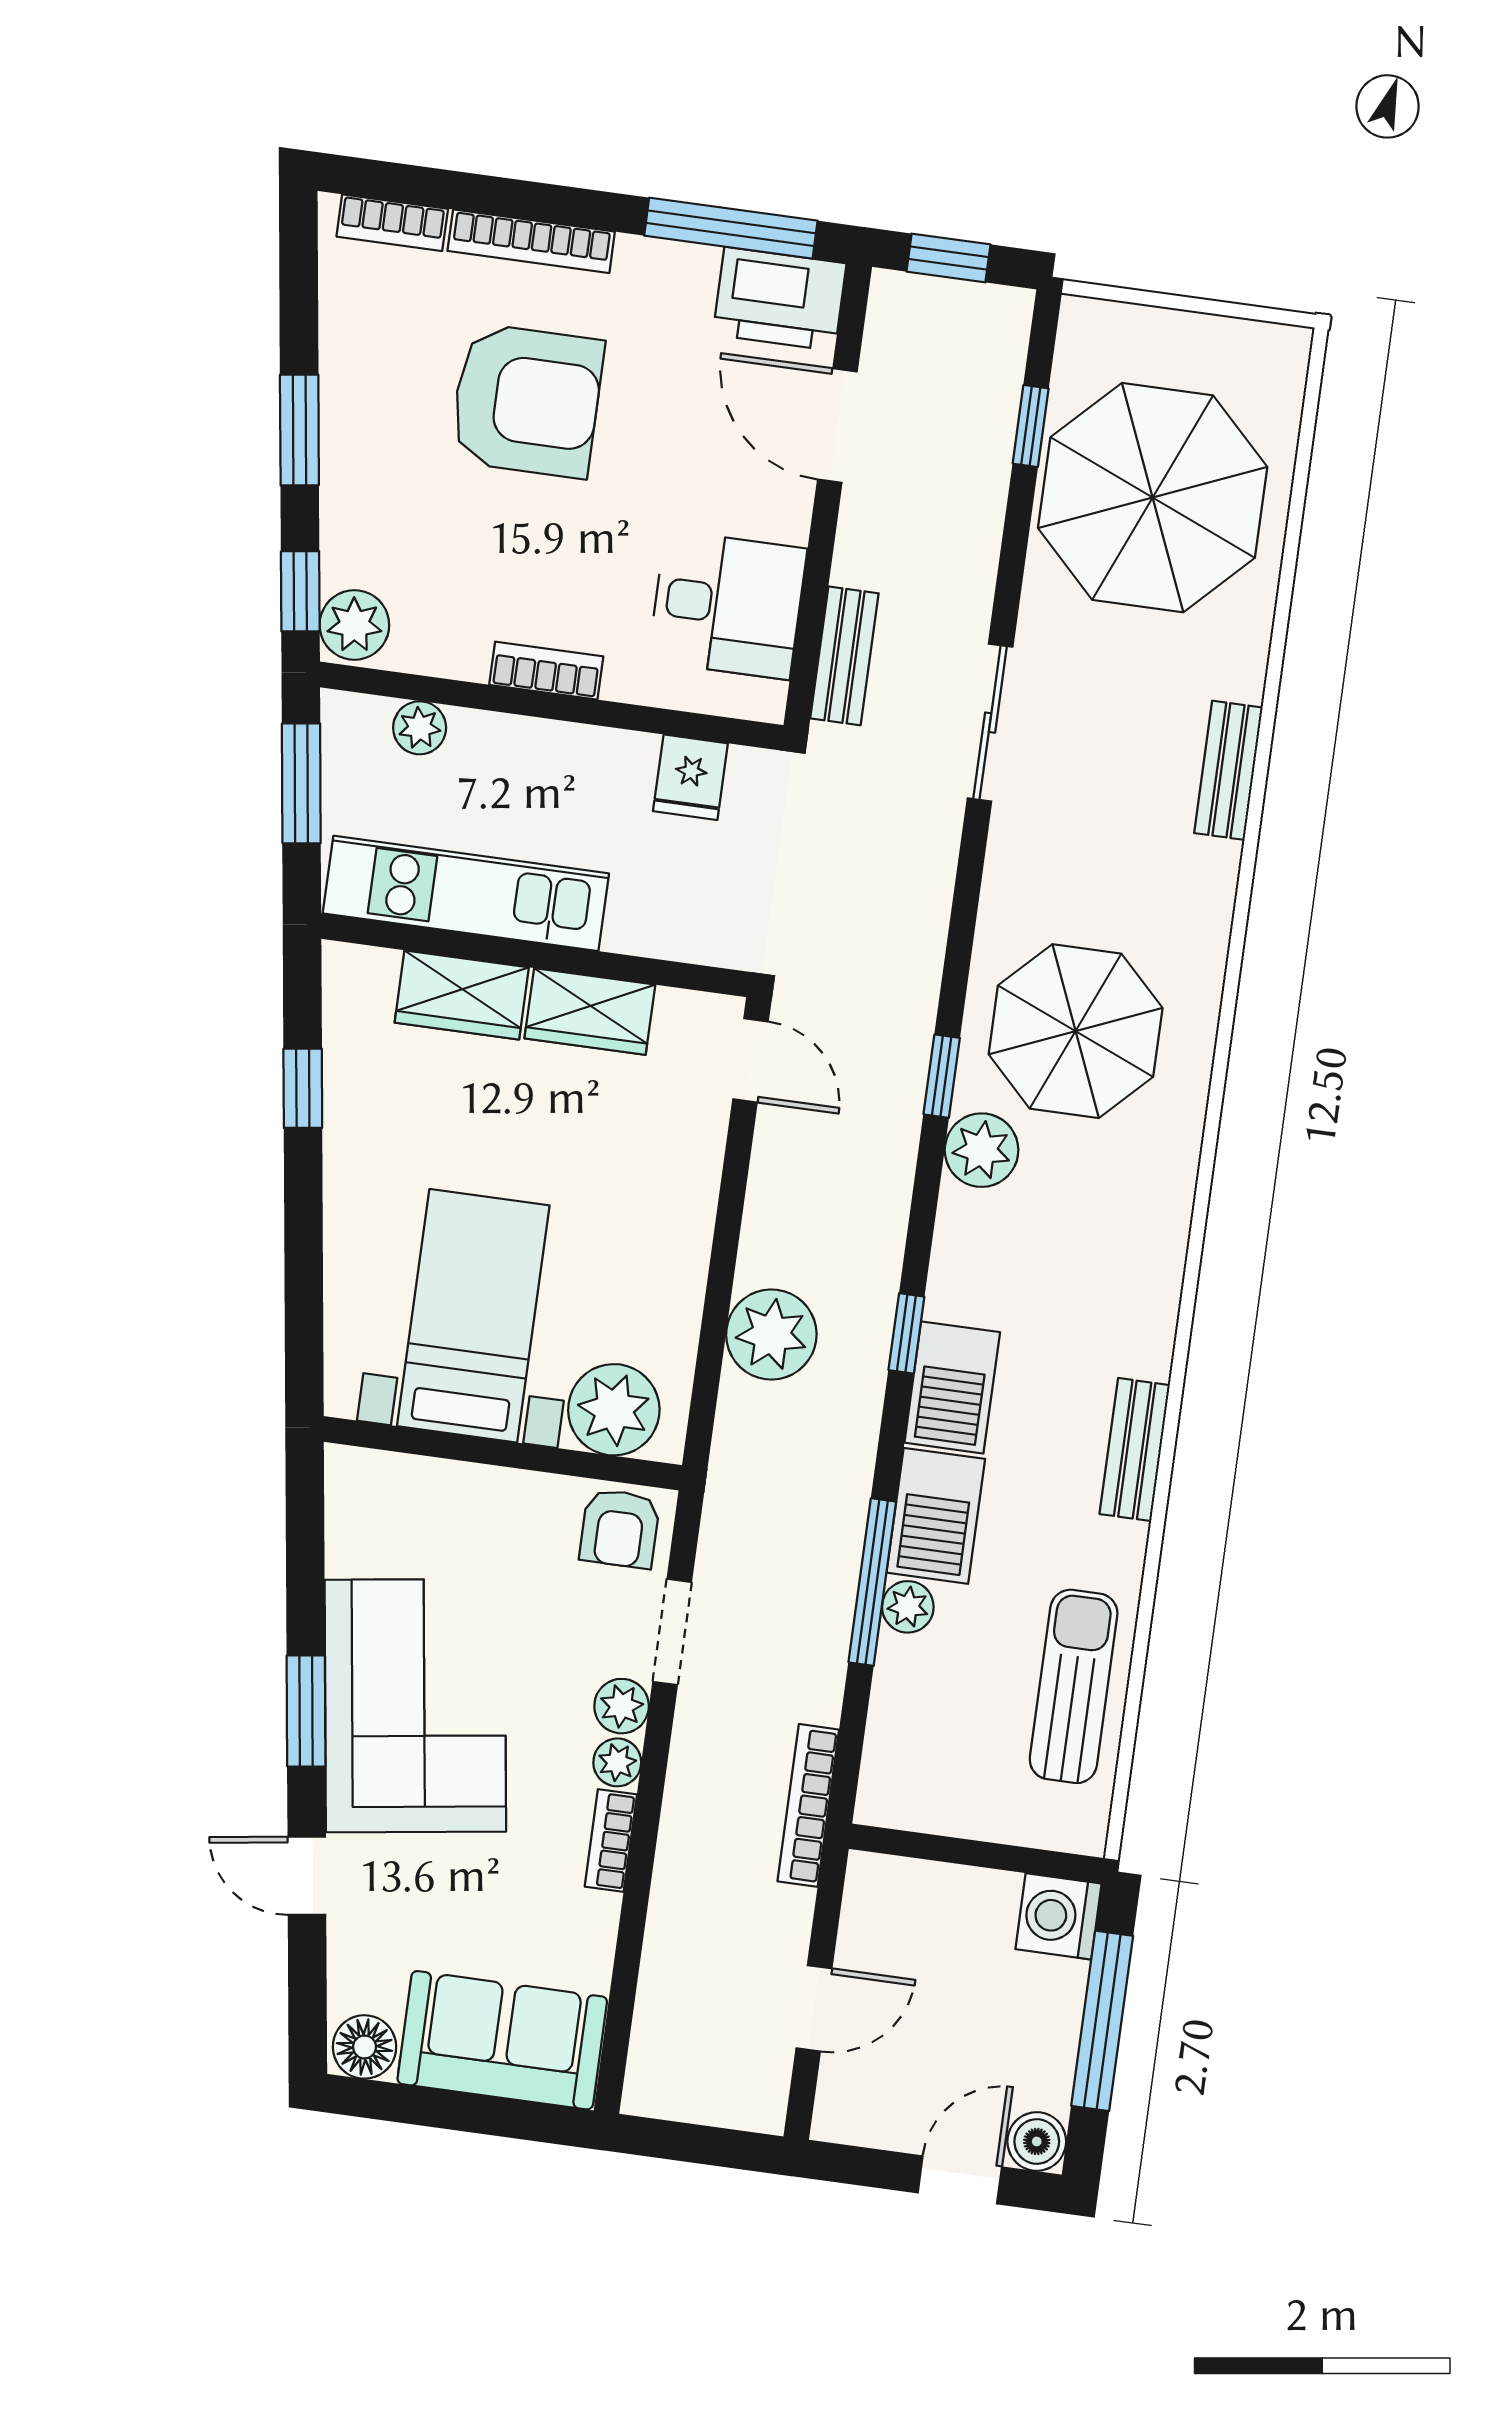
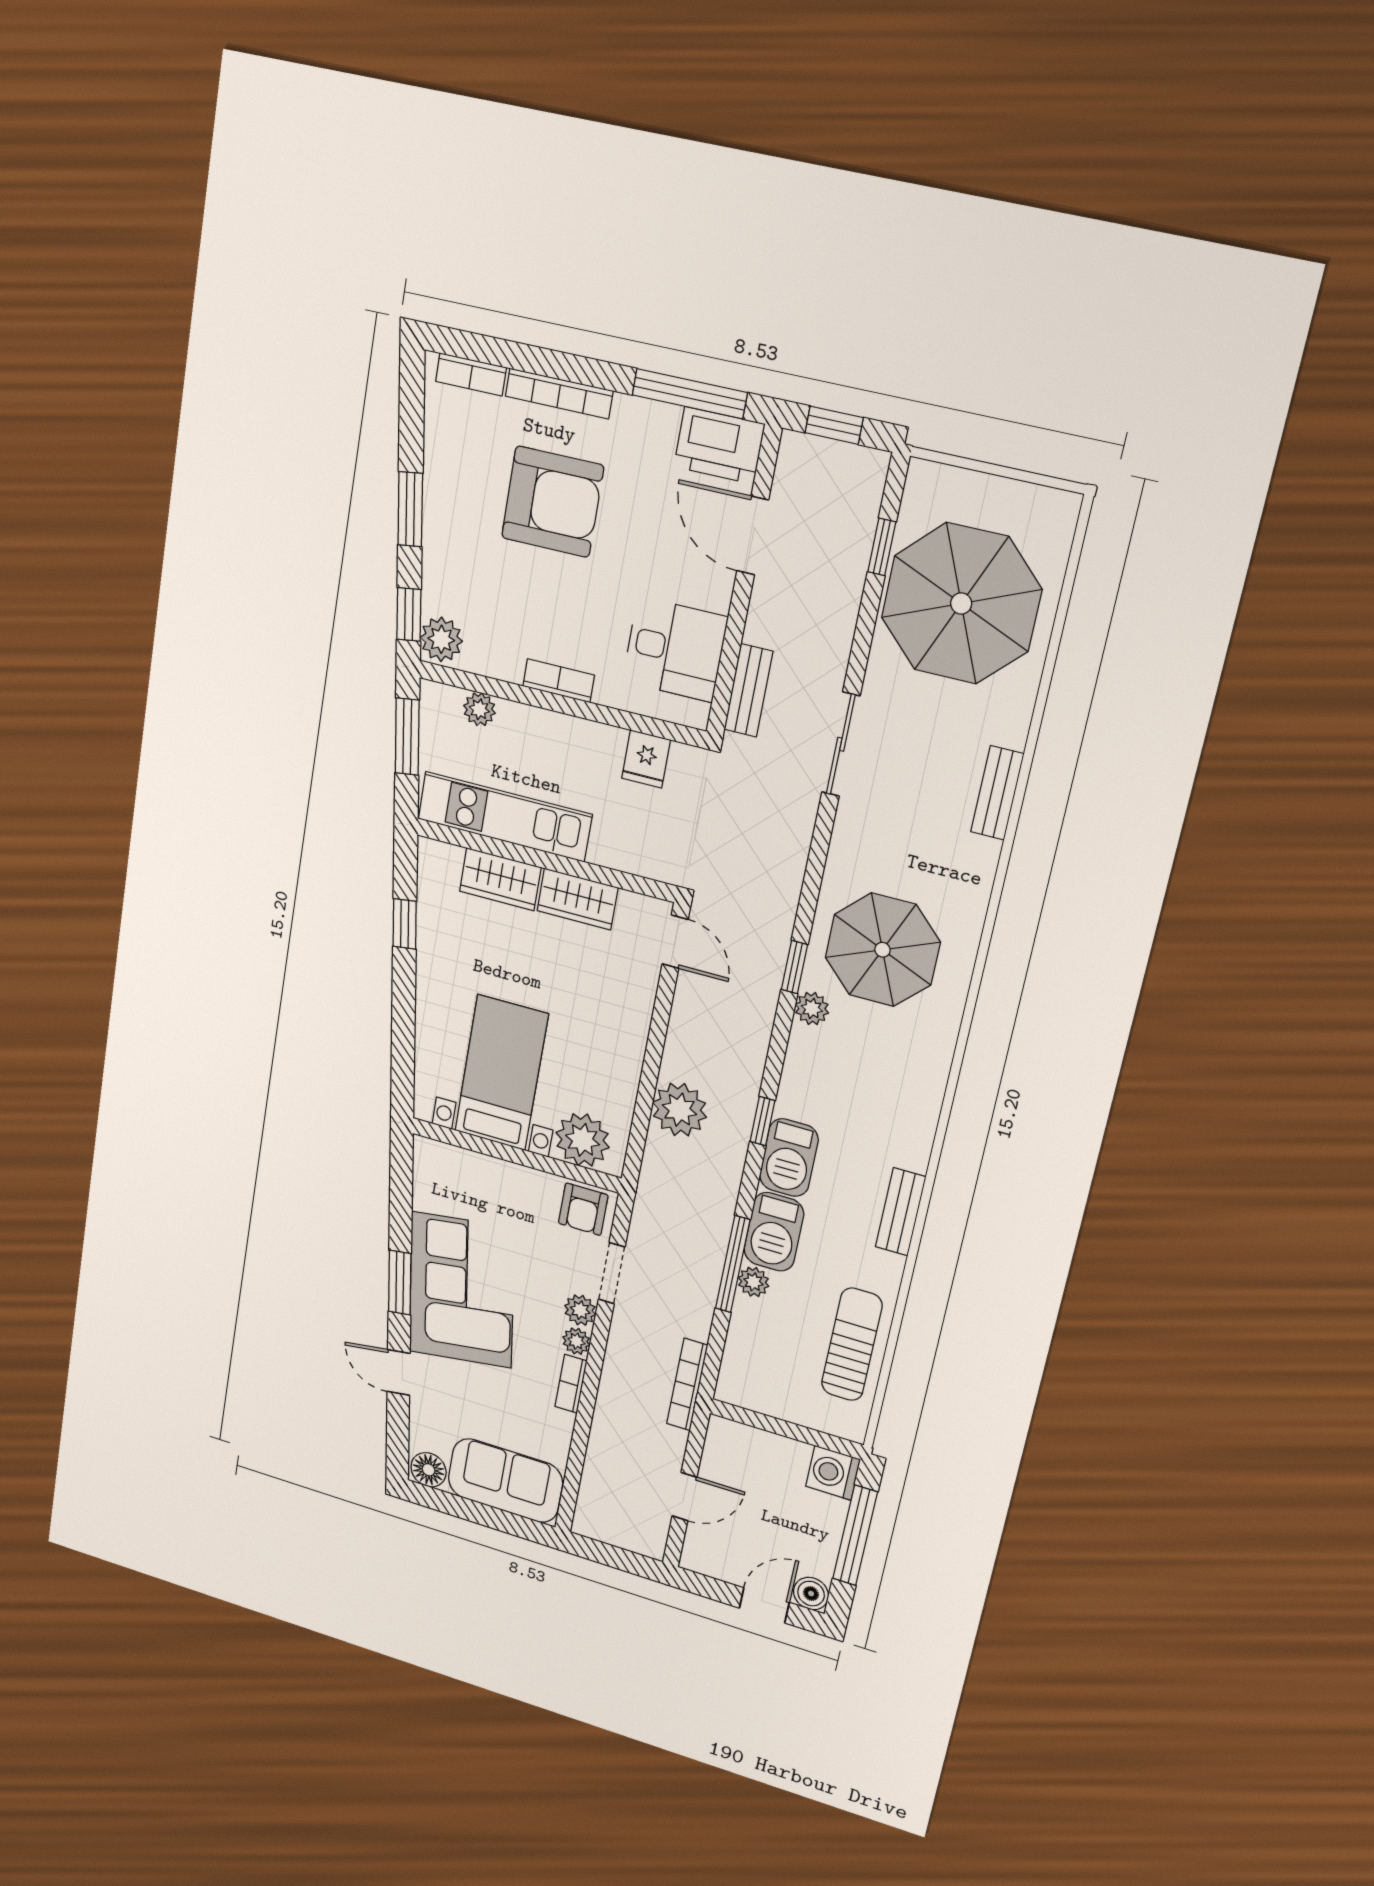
plant: (982, 1150) -> (812, 1009), width x0.73, depth x0.73

